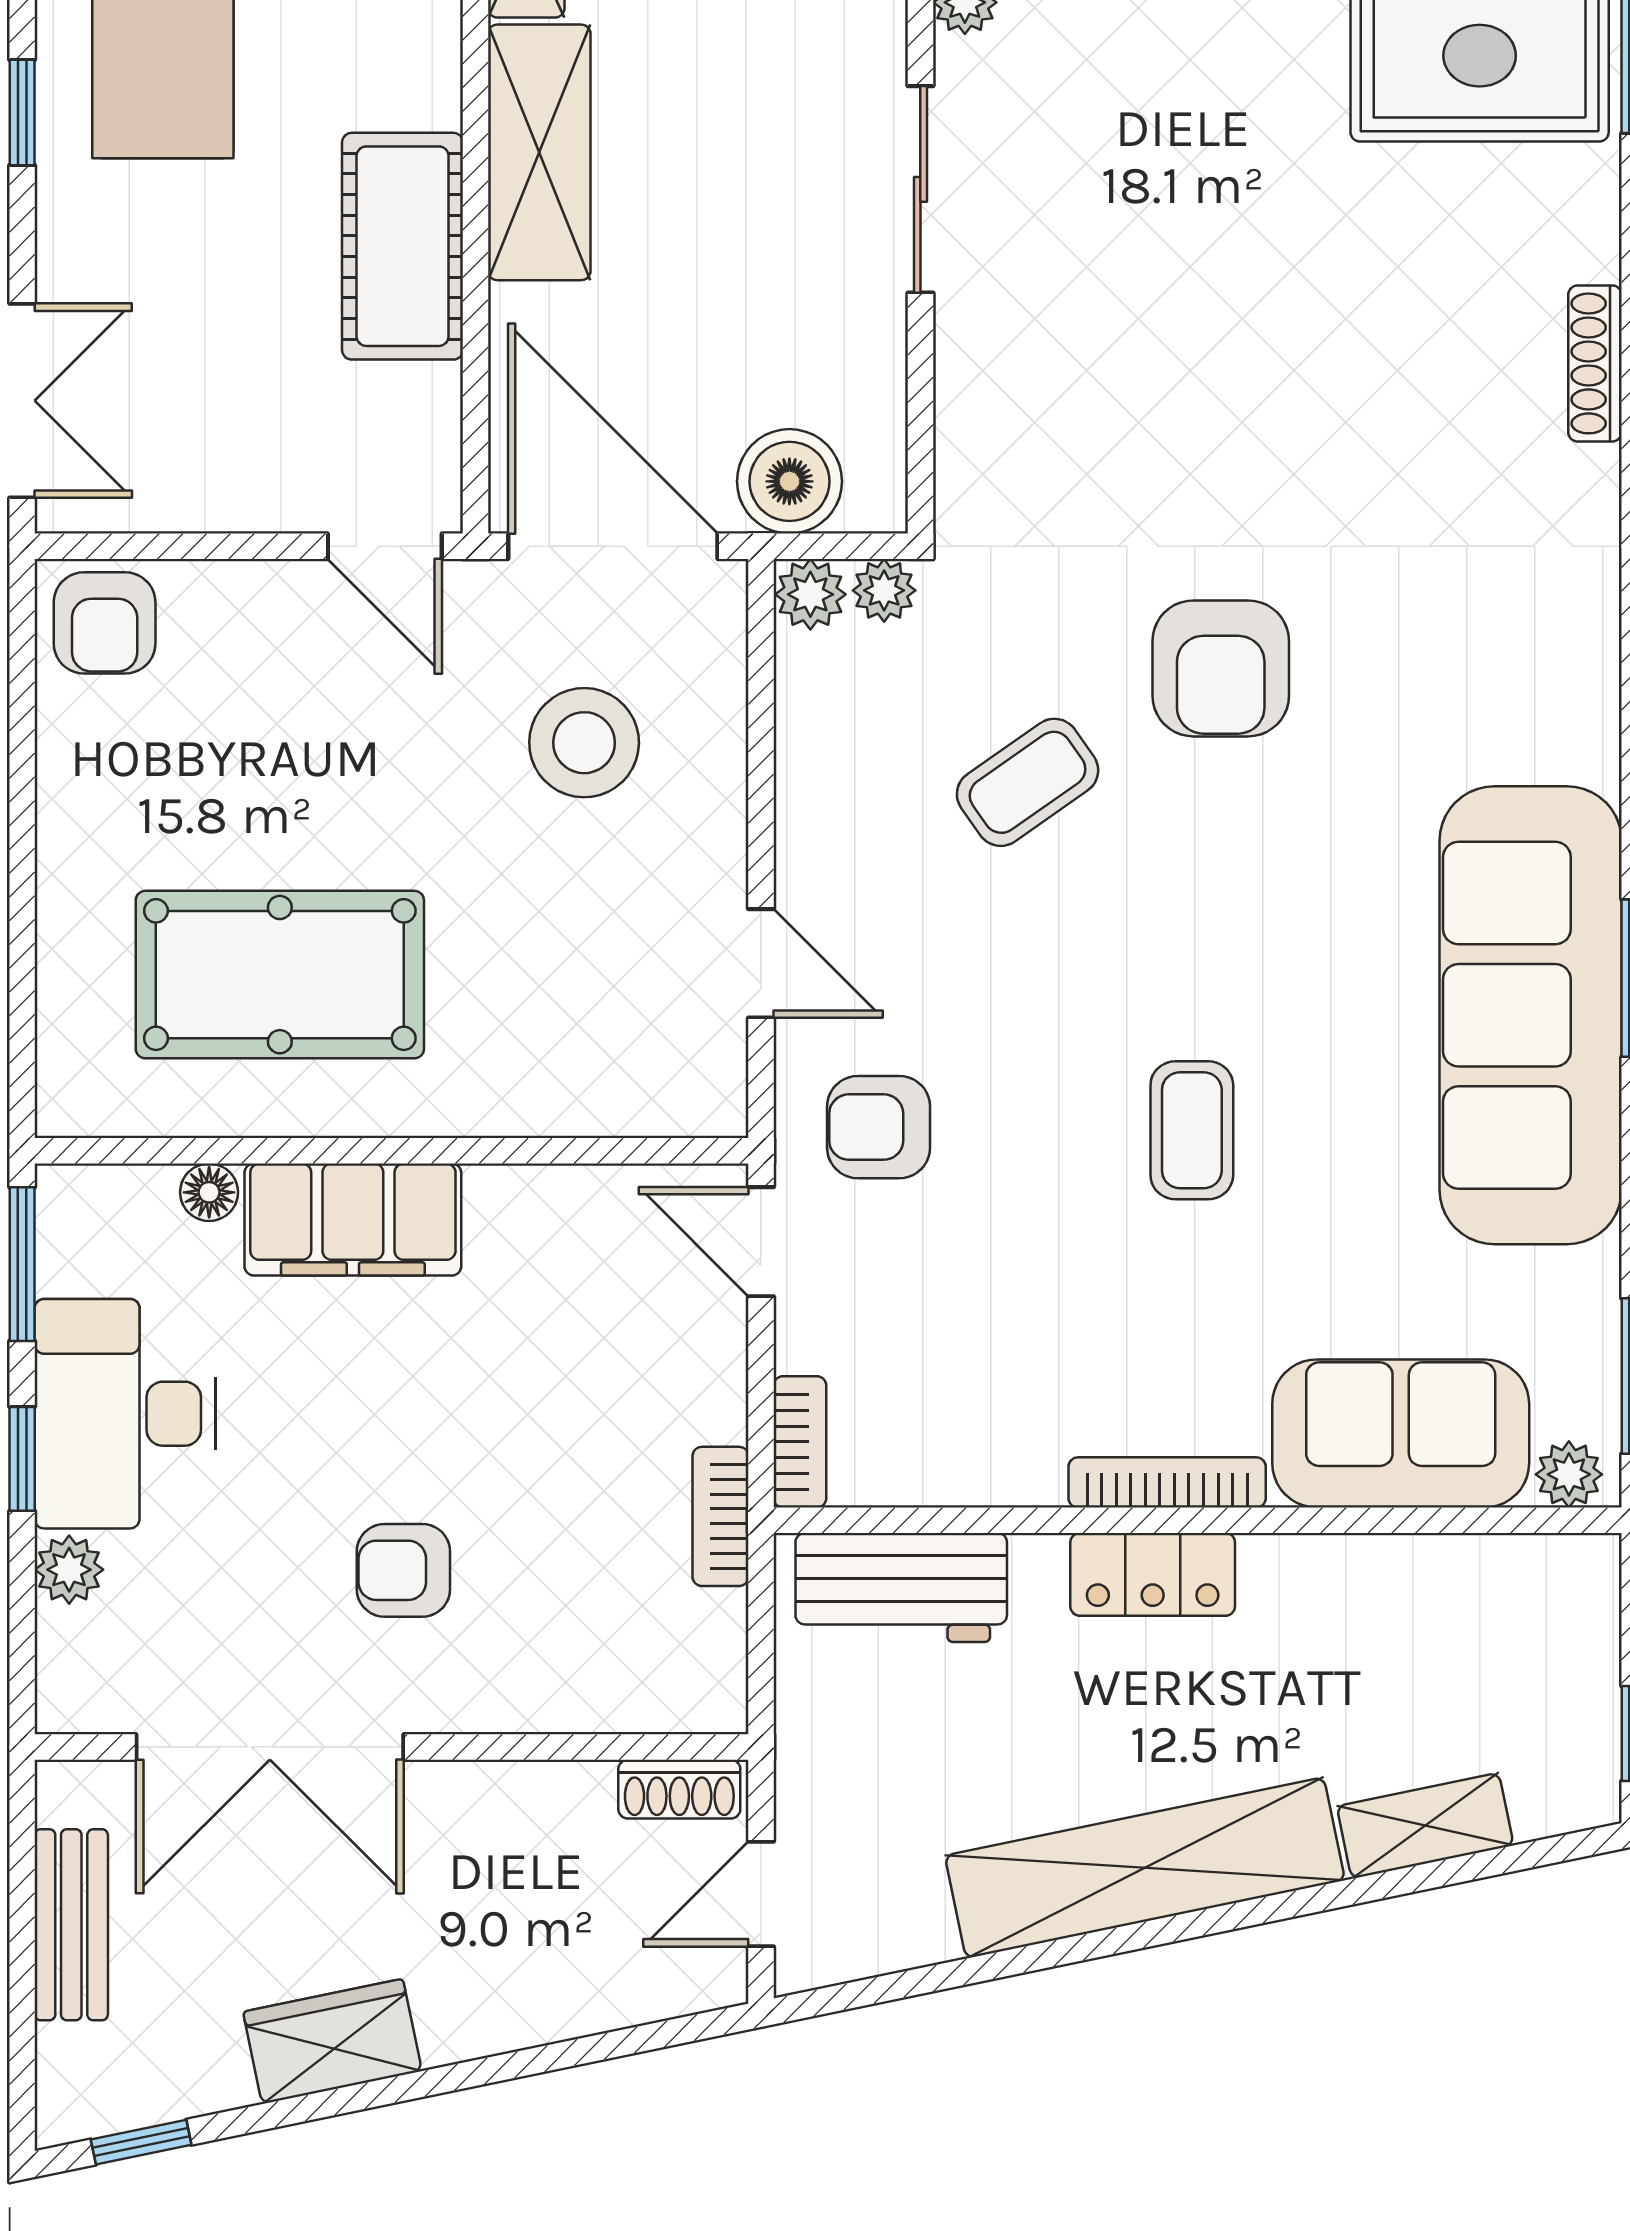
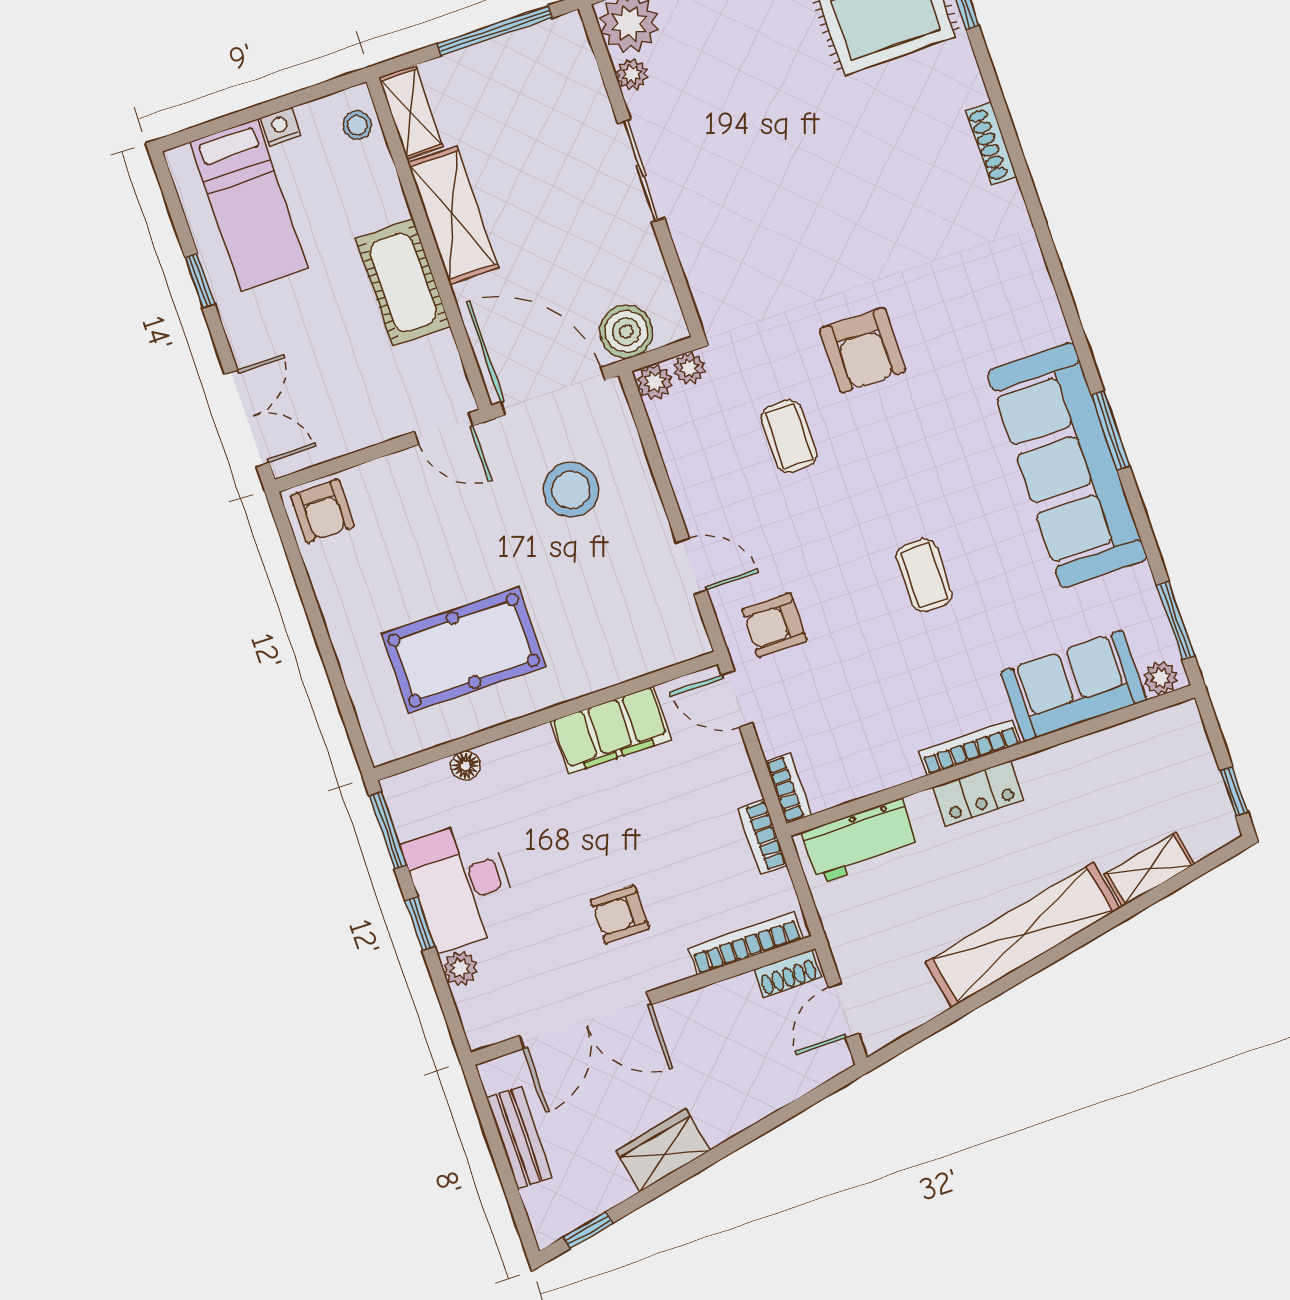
coffee table: (1028, 782) -> (789, 436), turned -55
filing cabinet: (353, 1220) -> (611, 730), moved
bookcase: (620, 1706) -> (746, 943), added

